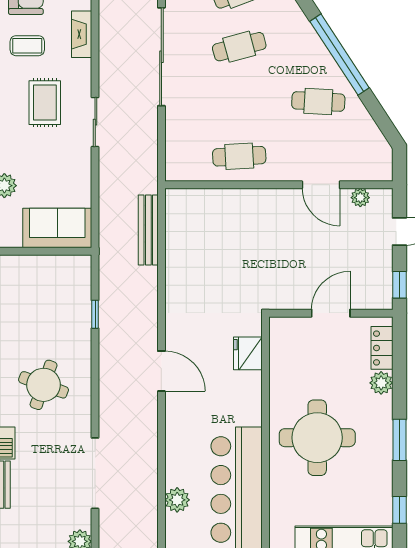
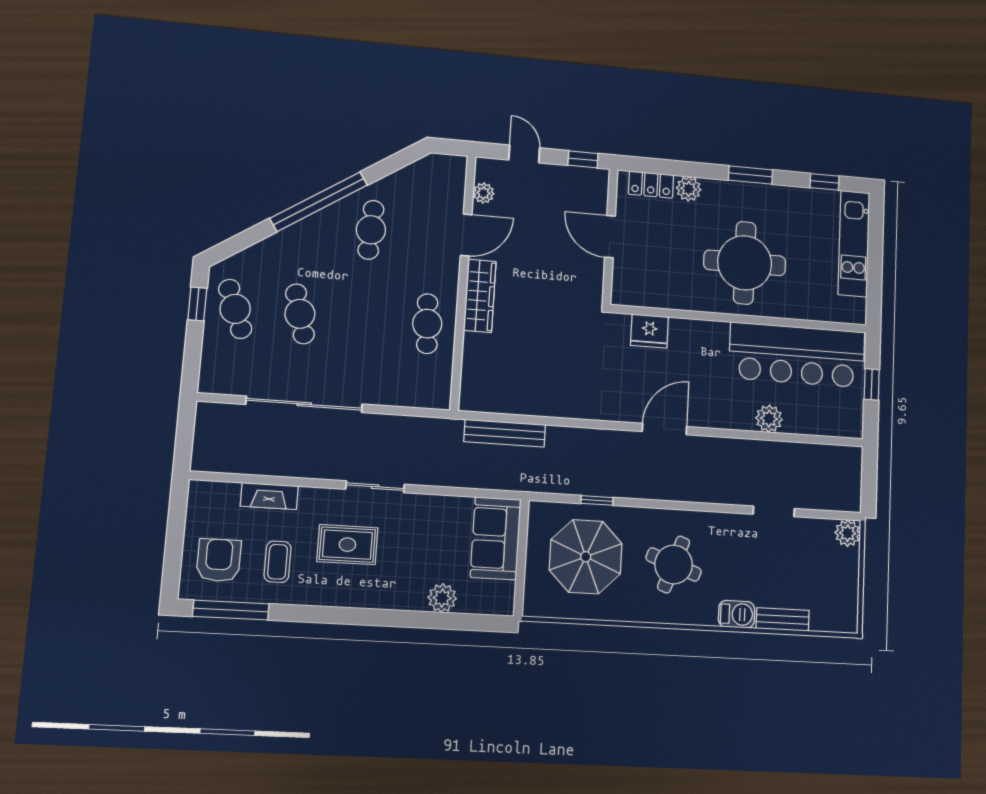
wardrobe: (268, 200) -> (480, 296), added
parasol: (46, 307) -> (586, 557), added
doorway: (95, 473) -> (774, 511), width x0.53
plant: (177, 500) -> (769, 419), moved

